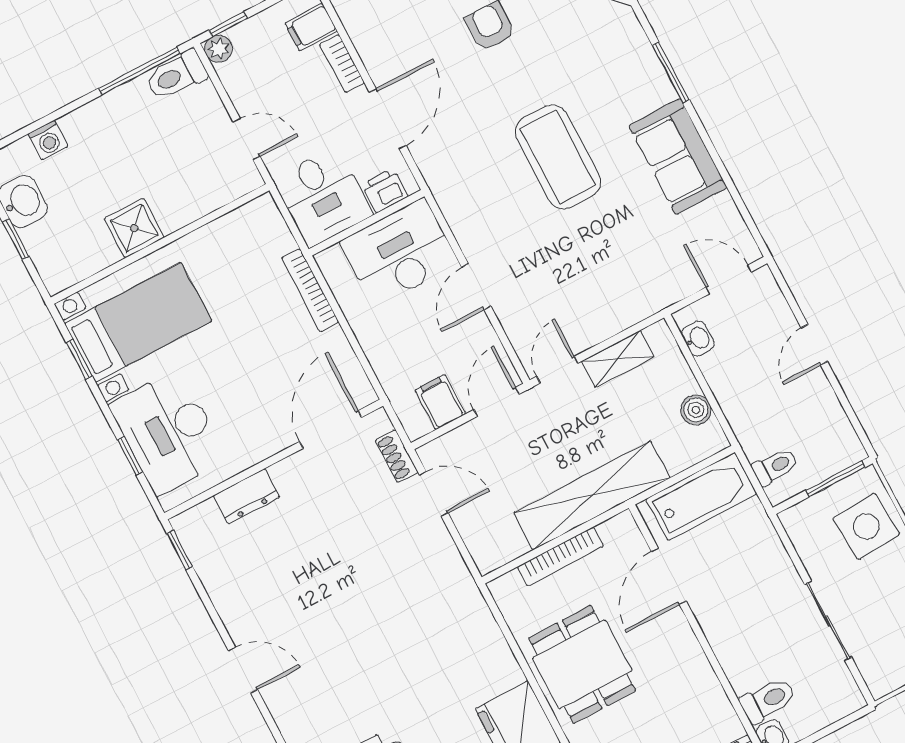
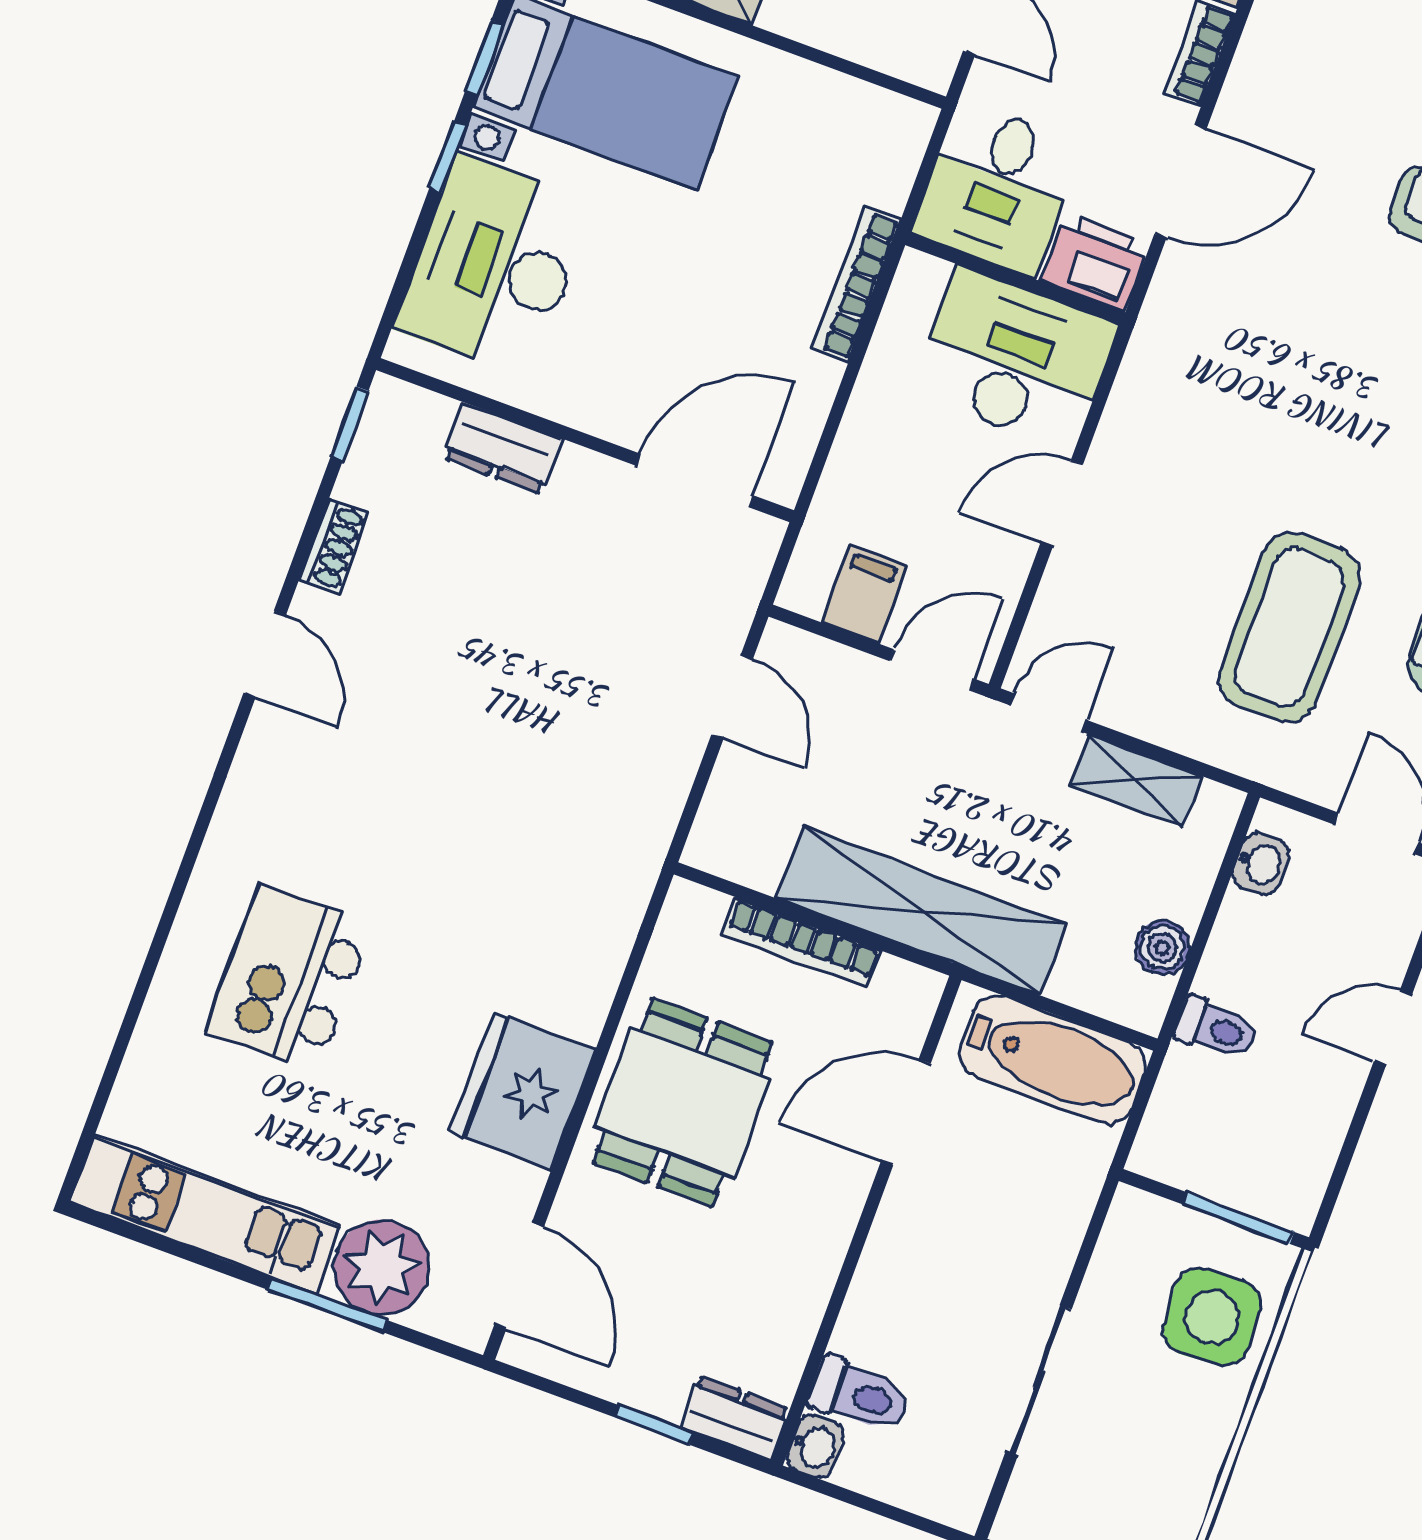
coffee table: (558, 157) -> (1289, 628), moved
printer: (385, 190) -> (1095, 262), width x1.36, depth x1.24
window: (130, 456) -> (448, 157), moved
shoe rack: (396, 456) -> (334, 546), moved, turned 180
toilet: (775, 467) -> (1216, 1029), moved

